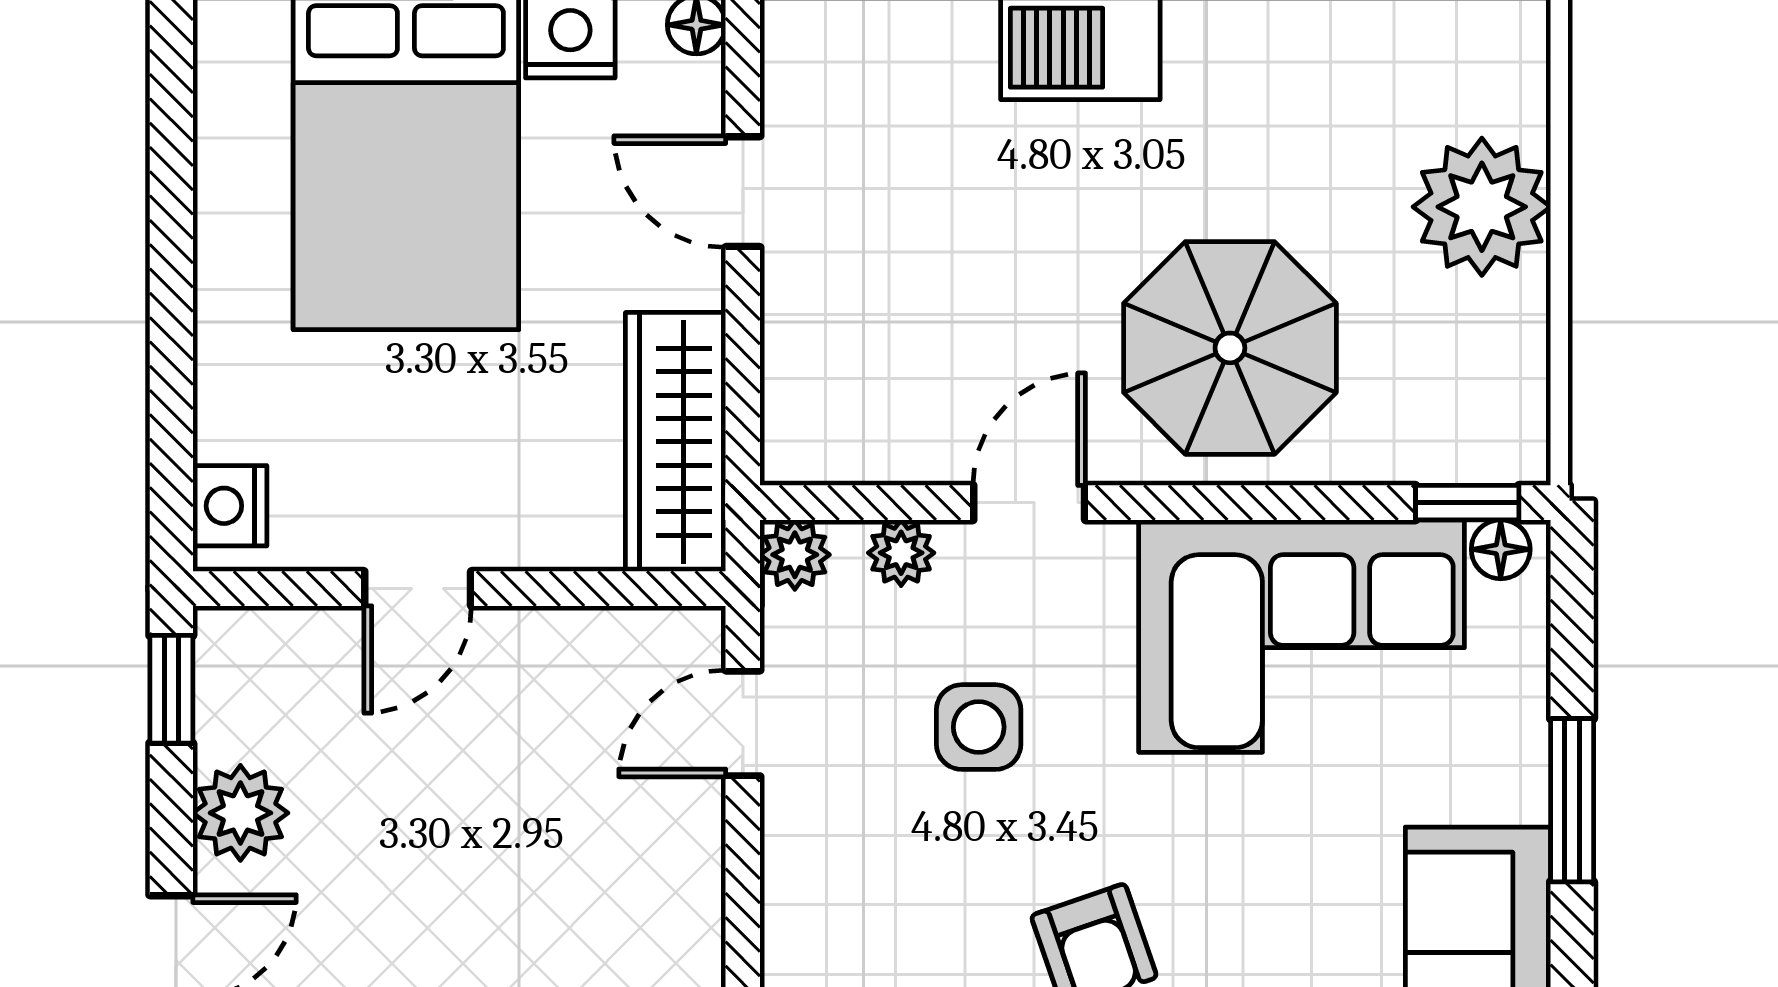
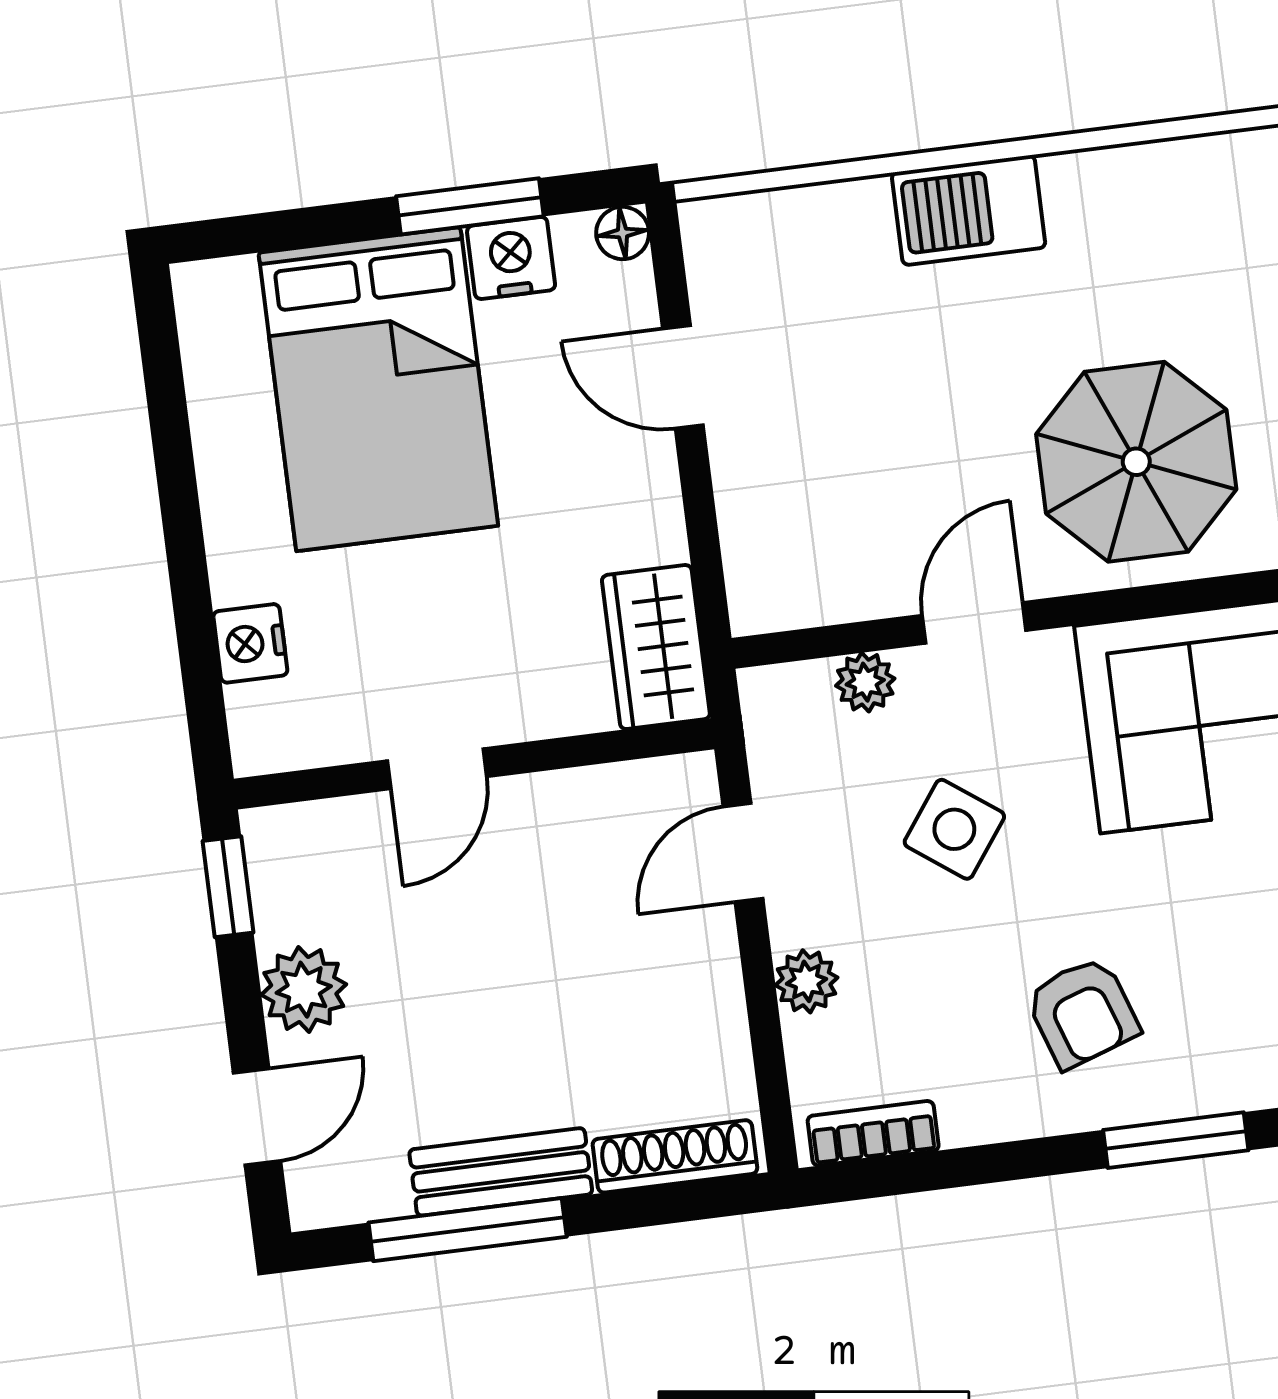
wardrobe: (676, 442) -> (656, 647), width x0.67
nightstand: (230, 506) -> (250, 643), moved
plant: (795, 555) -> (806, 981), moved
side table: (979, 727) -> (954, 829), turned 36

